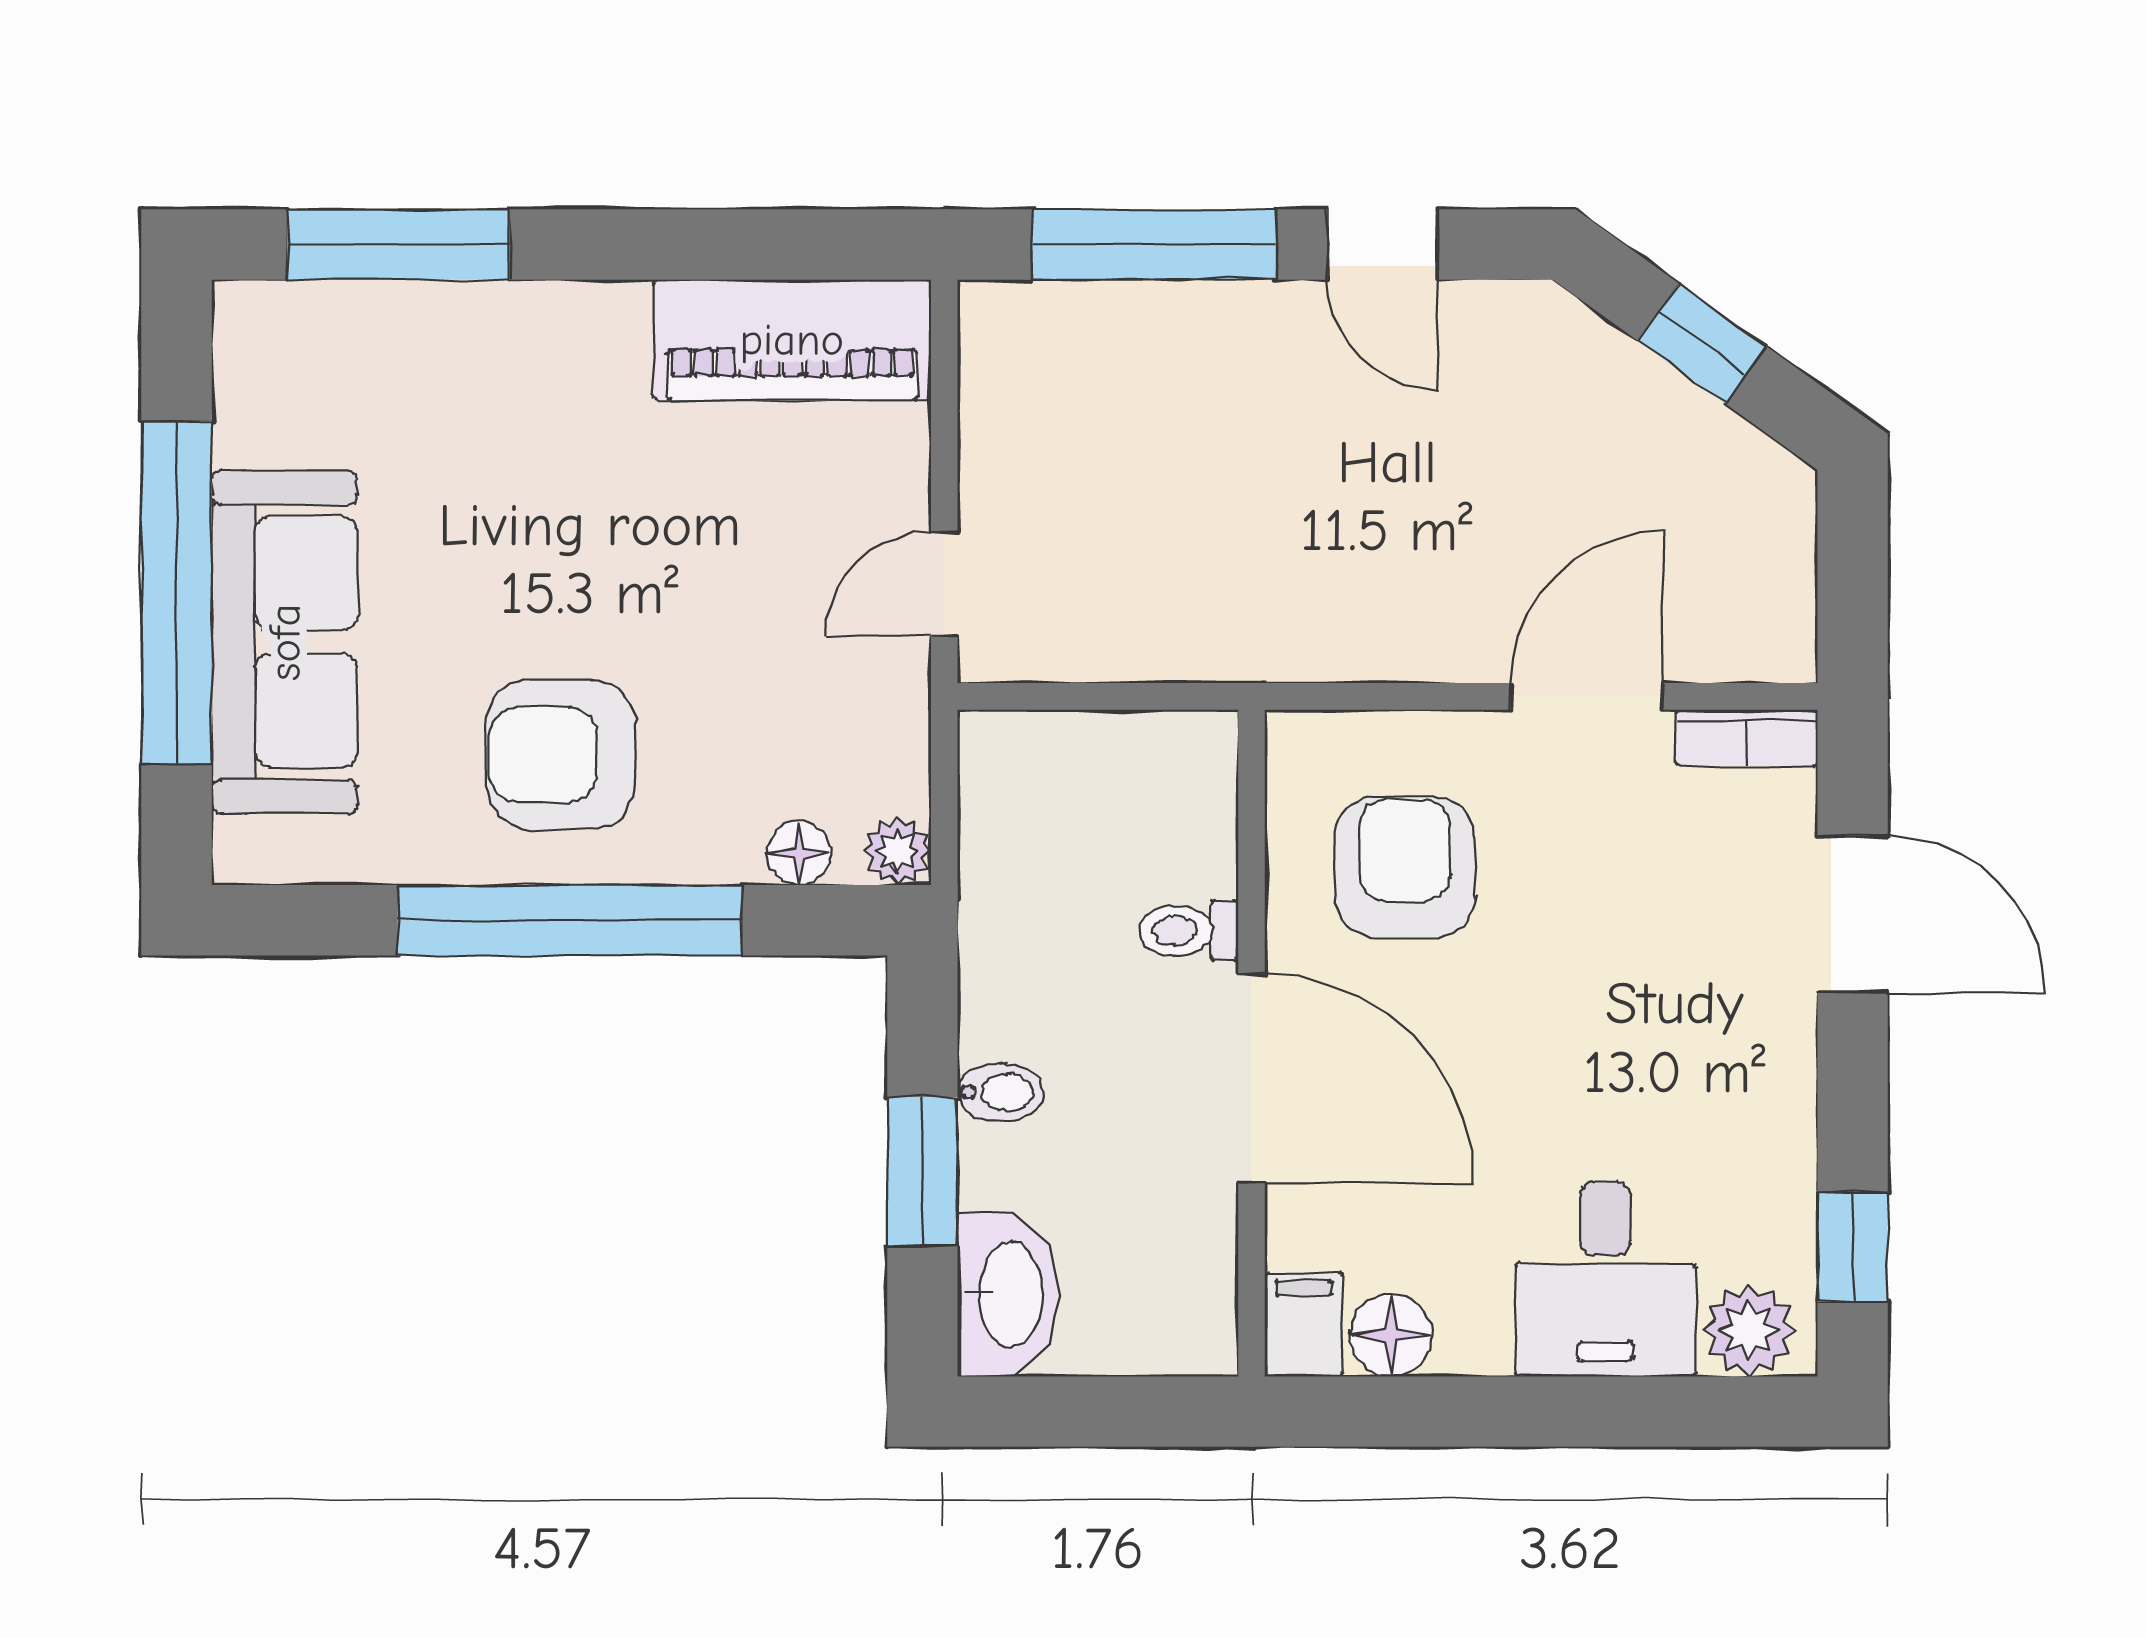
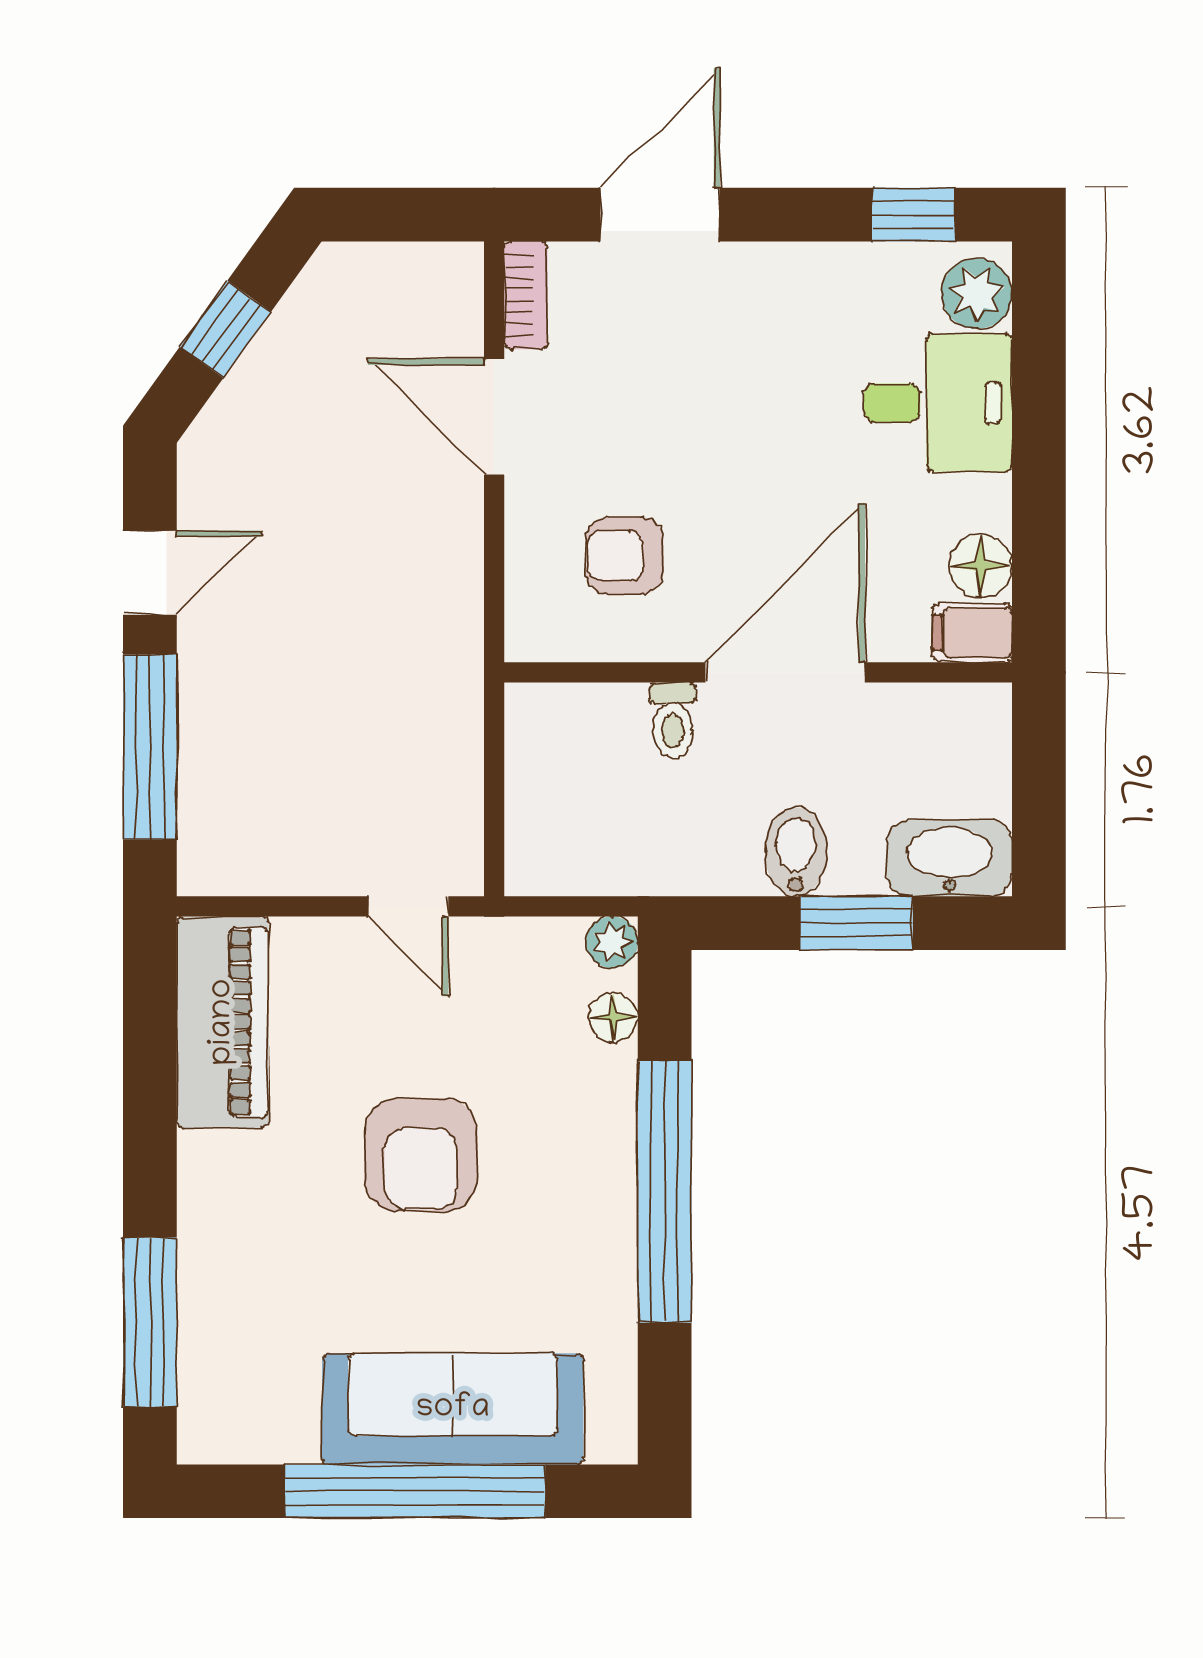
armchair: (561, 755) -> (421, 1155), moved
armchair: (1405, 867) -> (624, 556), width x0.72, depth x0.72
bidet: (1001, 1092) -> (796, 852), width x1.38, depth x1.36

